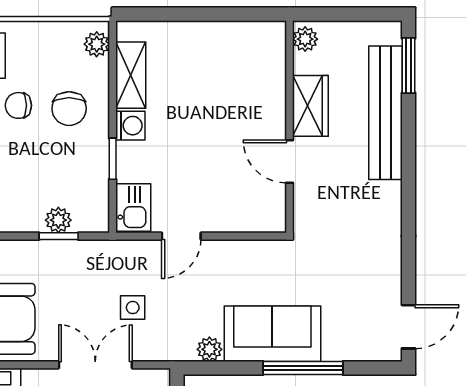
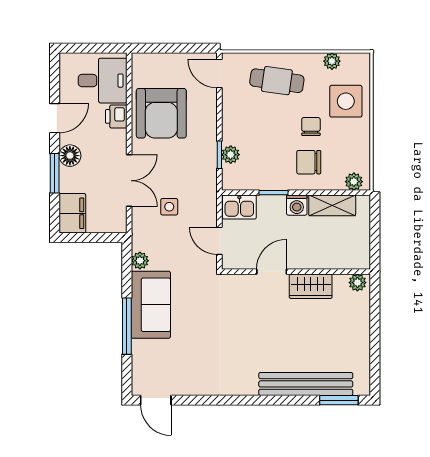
plant: (305, 39) -> (357, 283), moved
wardrobe: (310, 106) -> (311, 286), moved
wall: (289, 127) -> (296, 272), moved
door: (289, 161) -> (272, 272), moved

